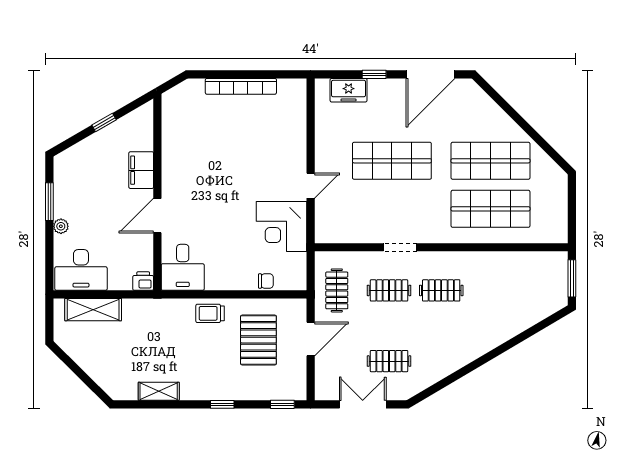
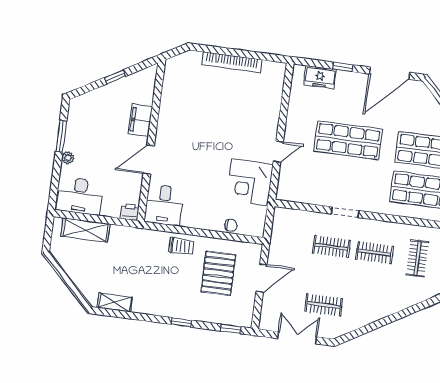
clothes rail: (337, 290) -> (417, 258), moved
trolley: (210, 313) -> (181, 246), turned 180
shelving: (159, 391) -> (115, 302), moved

